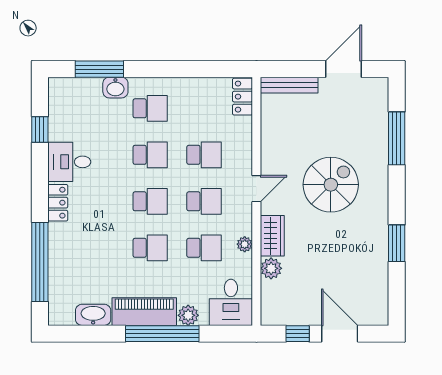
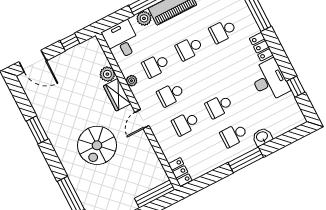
window: (99, 69) -> (246, 160), moved
desk: (69, 162) -> (269, 80), width x1.37
school desk: (150, 201) -> (223, 31), moved
door: (340, 334) -> (33, 61), moved

